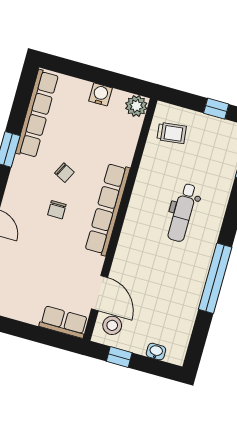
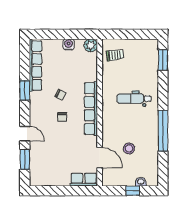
window: (216, 109) -> (137, 34), removed
dental chair: (183, 213) -> (134, 99), turned 90
stool: (112, 325) -> (129, 148), moved
window: (119, 357) -> (133, 191), moved

